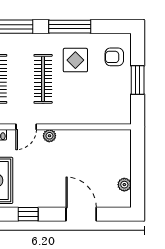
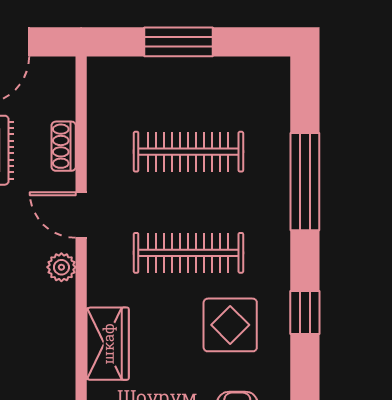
window: (70, 27) -> (305, 312), width x0.46
wardrobe: (84, 115) -> (108, 344), added

